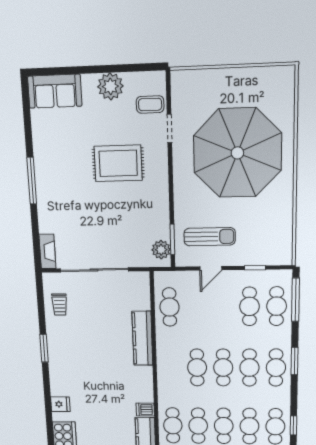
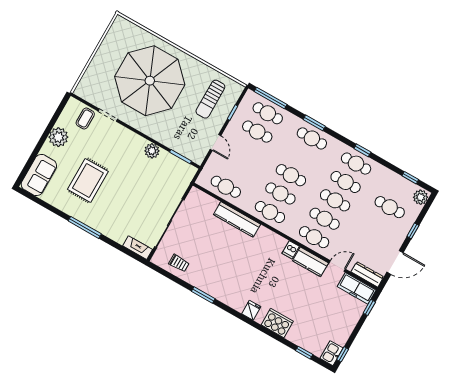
rug: (118, 163) -> (88, 180), moved
sun lounger: (210, 237) -> (210, 99), moved, turned 180
plant: (161, 250) -> (152, 151), moved
cafe table: (249, 368) -> (270, 212), moved

